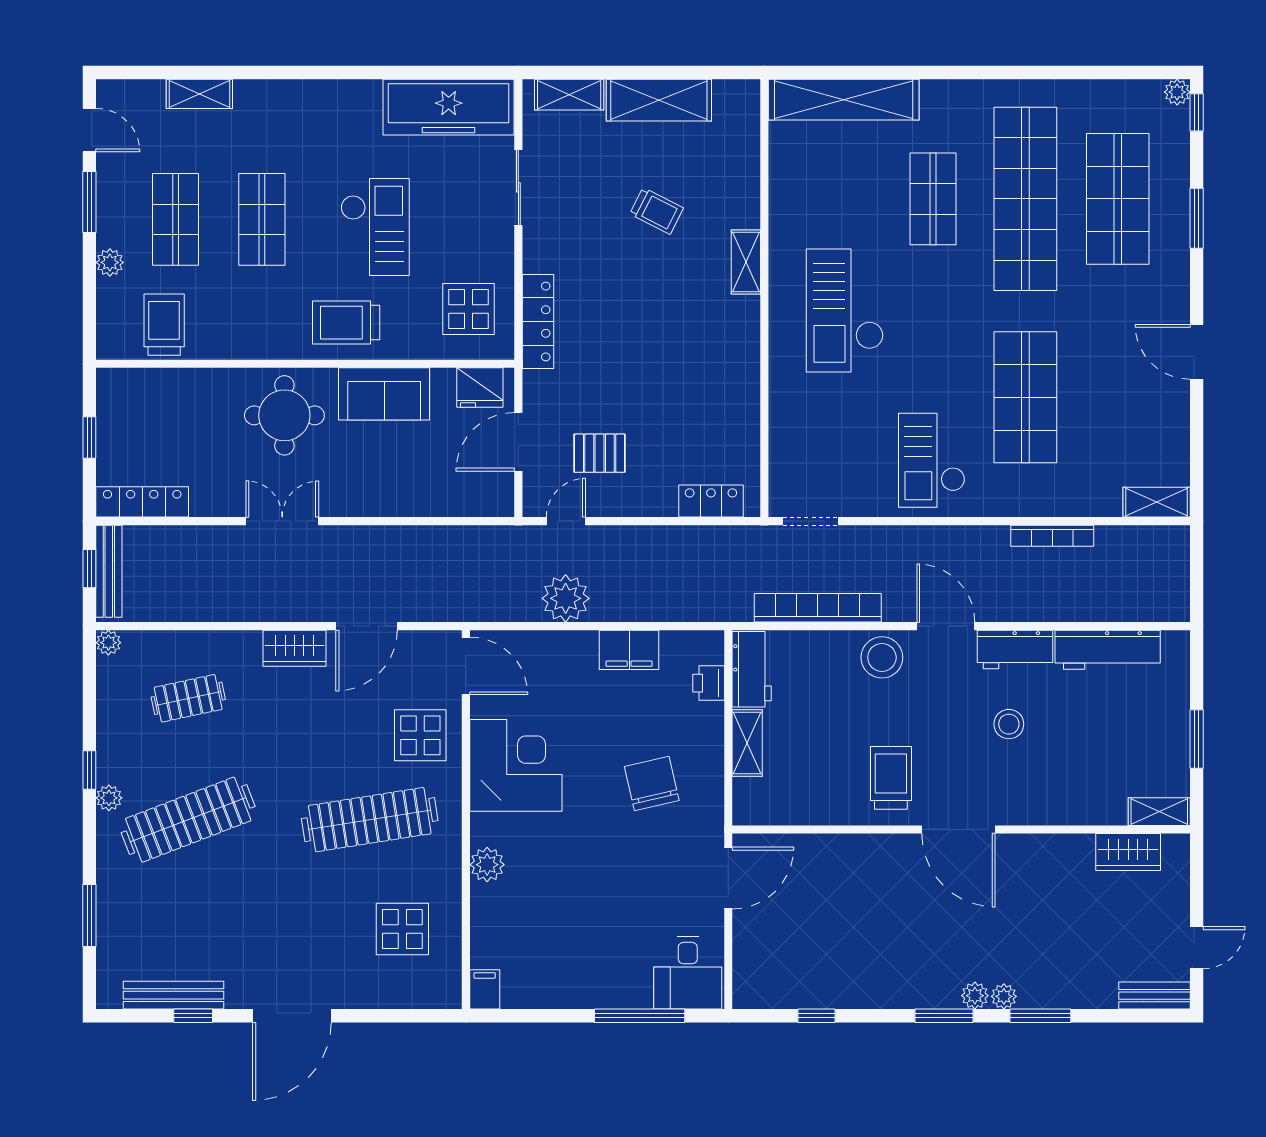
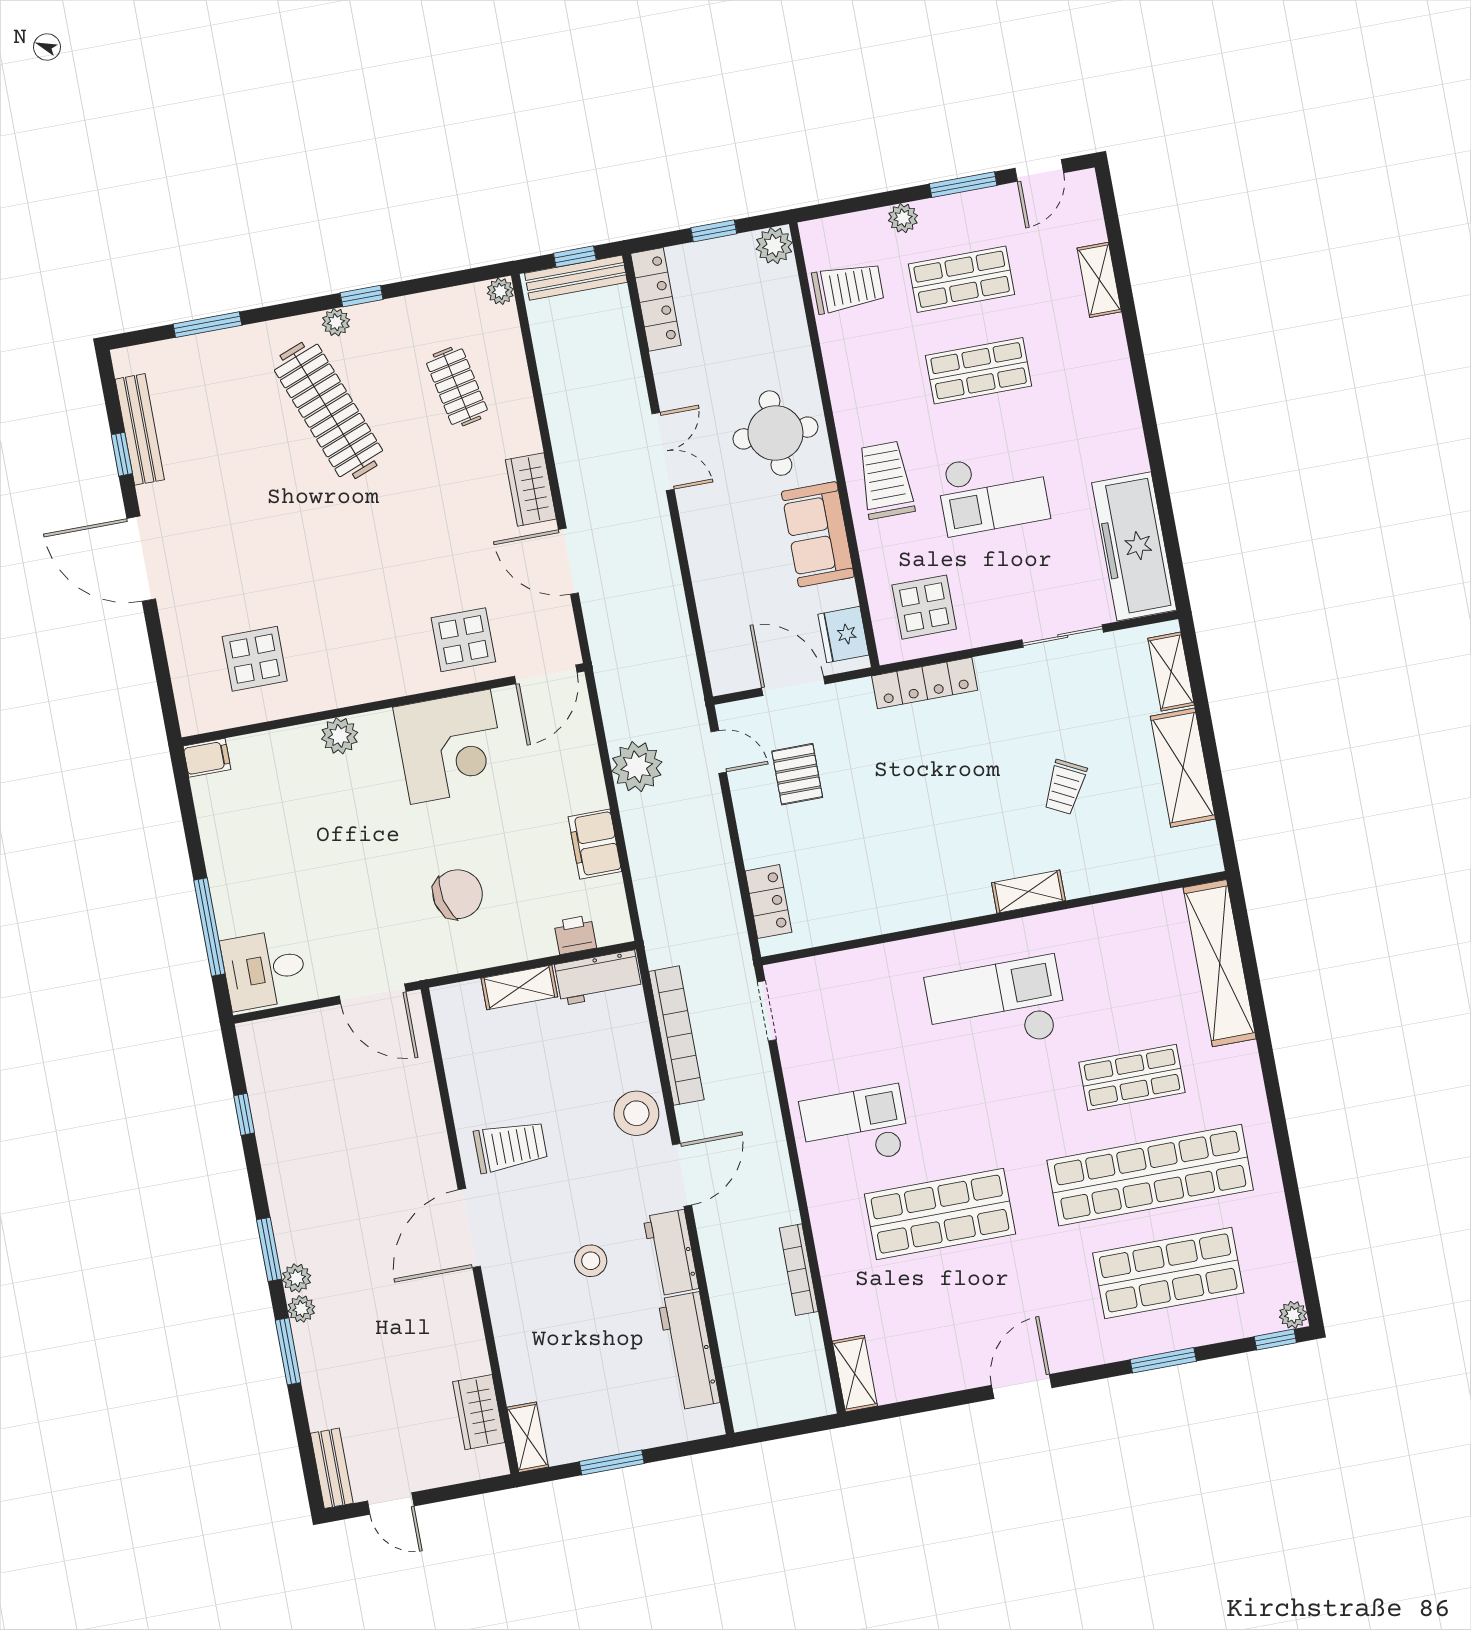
plant: (113, 385) -> (774, 246), added
clothes rail: (370, 820) -> (364, 603), removed

